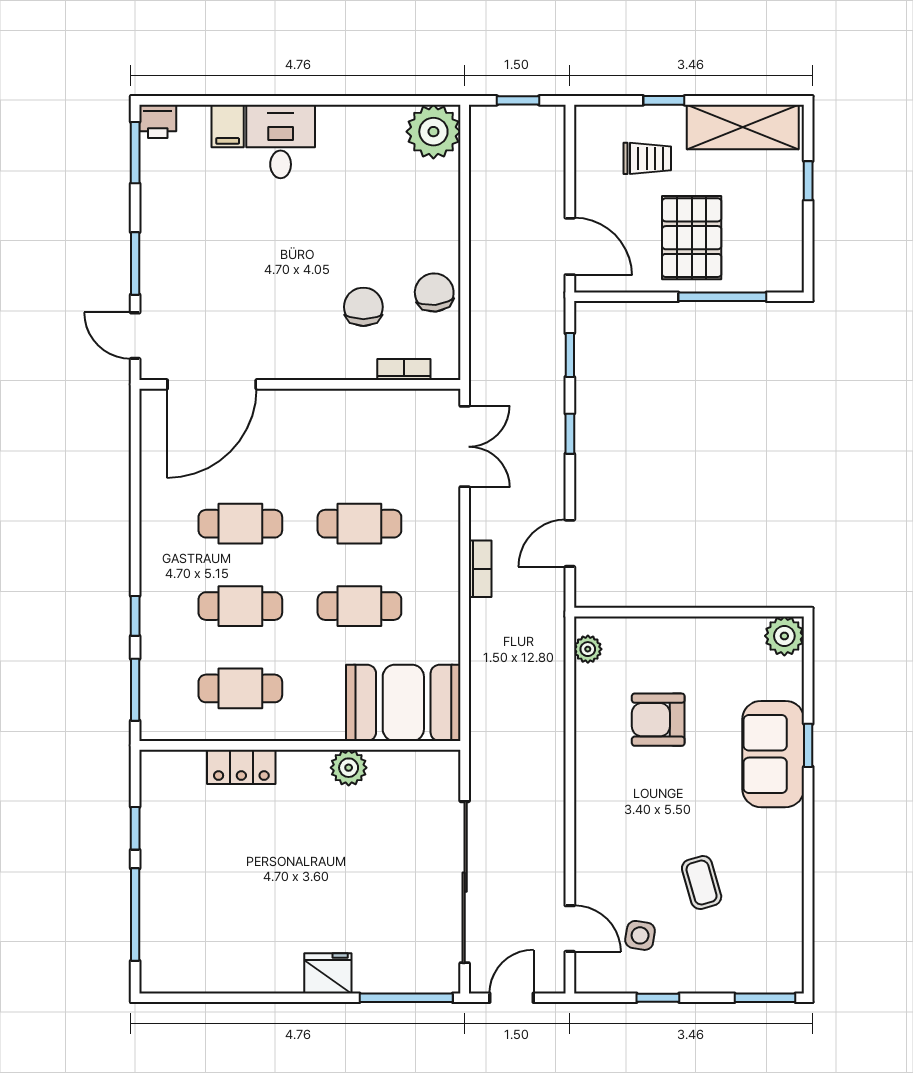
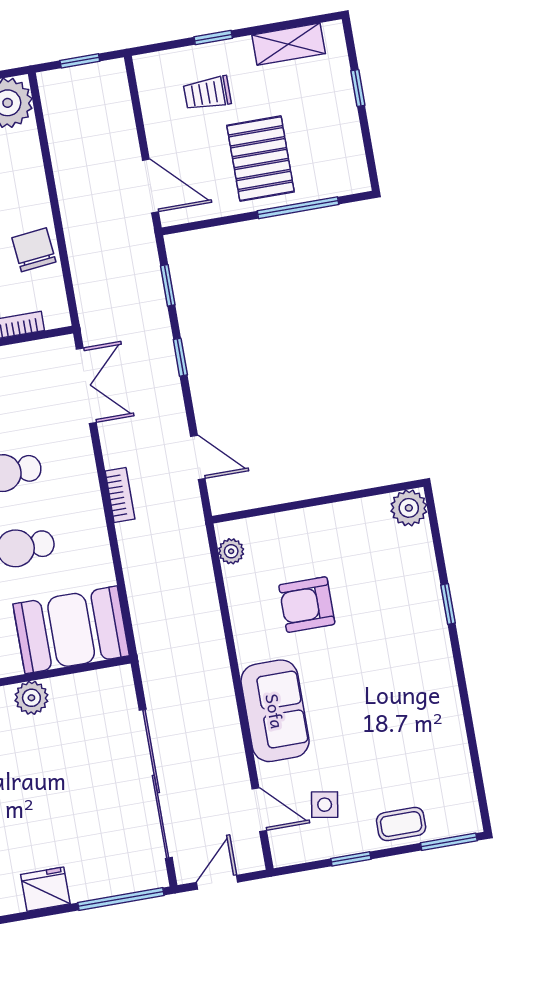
shelving: (743, 127) -> (289, 44), width x0.67, depth x0.75
trolley: (647, 158) -> (207, 93), turned 180
door: (570, 543) -> (198, 457), swing flipped
sofa: (773, 754) -> (275, 711), moved, turned 180
coffee table: (702, 883) -> (401, 824), moved, turned -74

